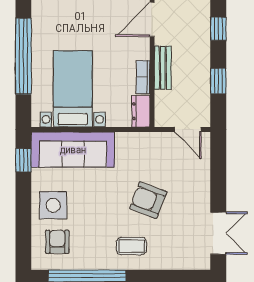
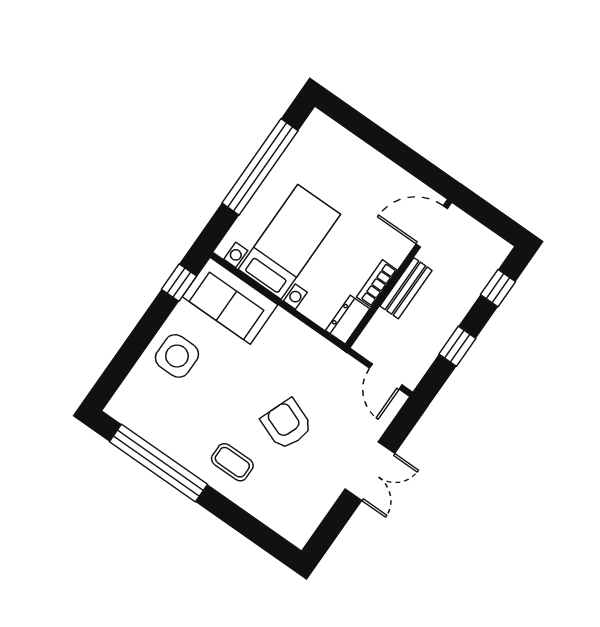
sofa: (73, 150) -> (230, 301), width x0.73
double door: (218, 233) -> (370, 471), moved
armchair: (57, 242) -> (153, 400), removed

